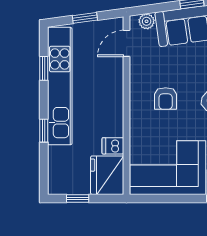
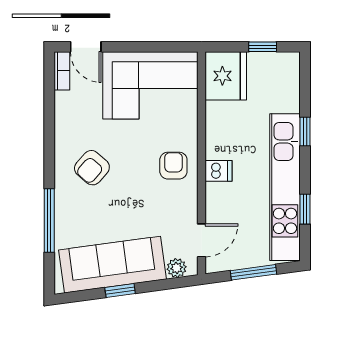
window: (85, 18) -> (254, 272), width x1.50
armchair: (166, 99) -> (173, 166), moved
dishwasher: (113, 146) -> (219, 171), moved

